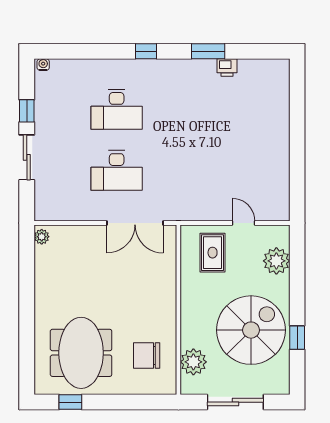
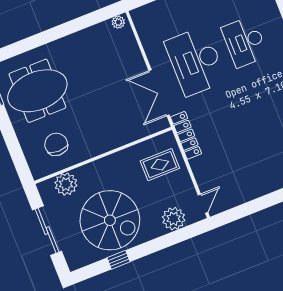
desk: (117, 170) -> (195, 61), width x1.36, depth x1.30
locker: (192, 212) -> (186, 135), added
door: (244, 223) -> (203, 204), moved

